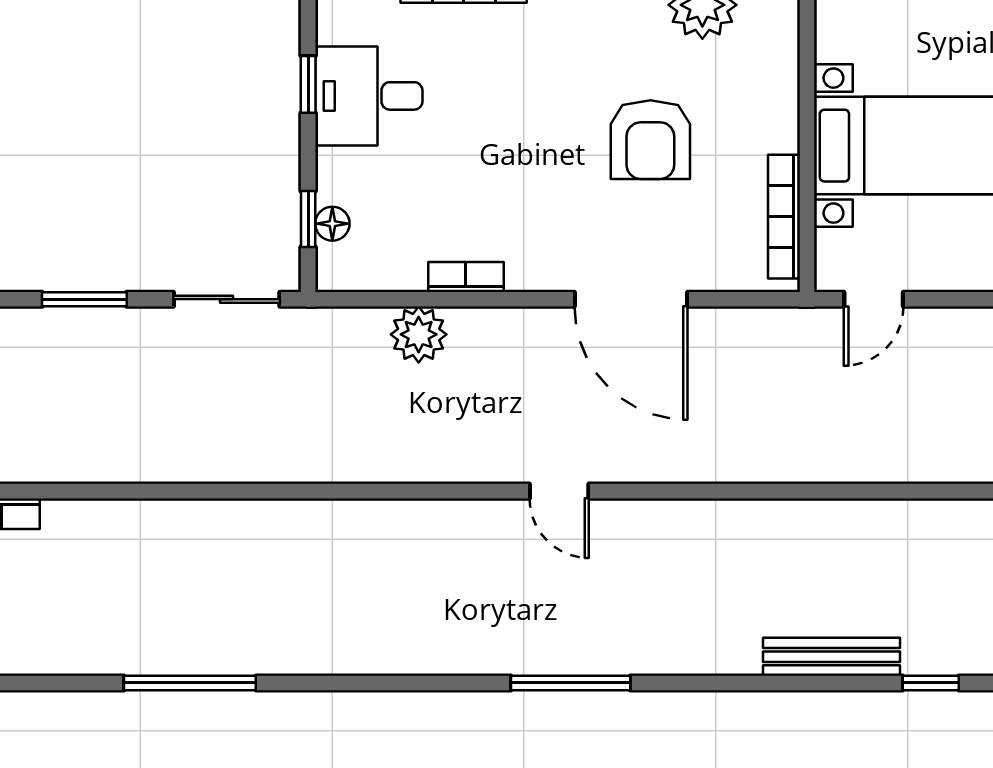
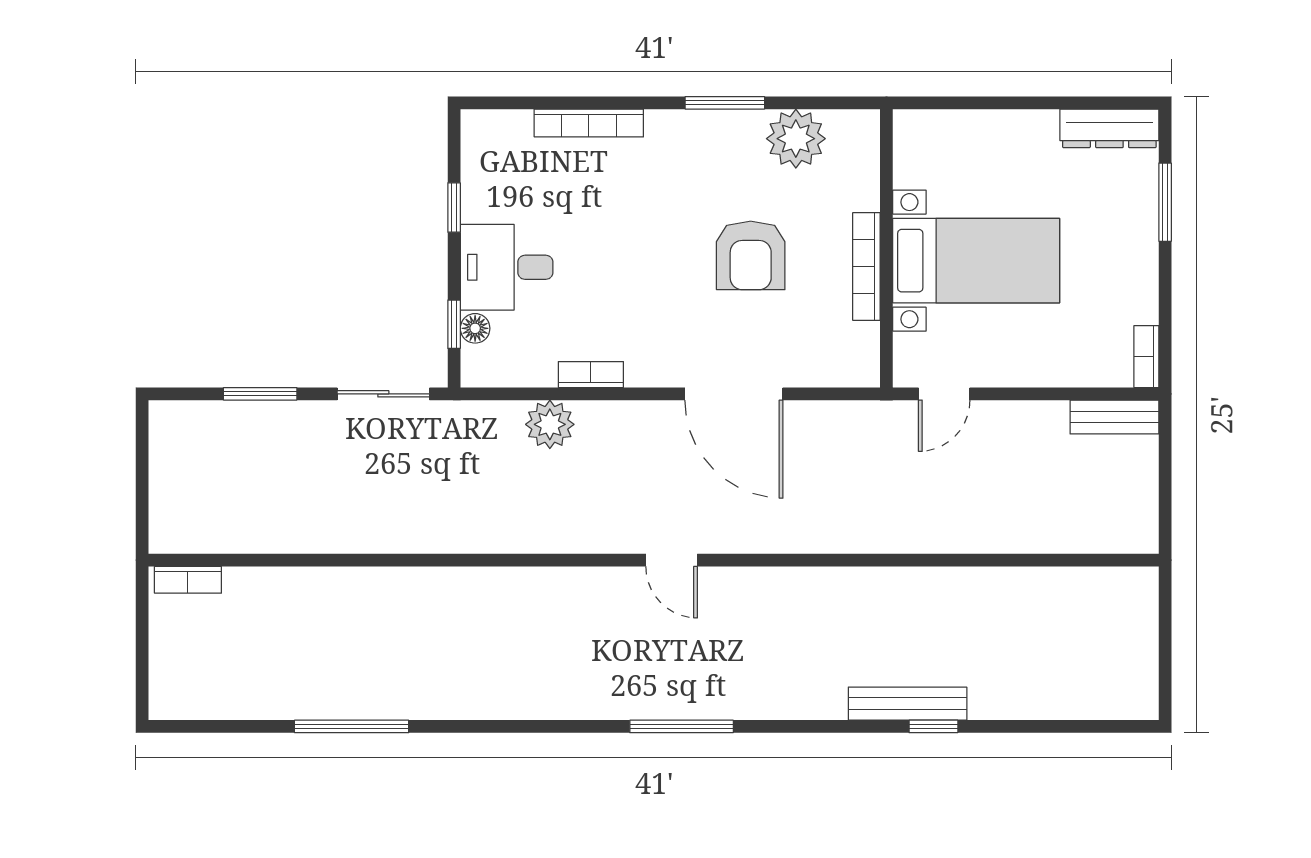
desk: (369, 96) -> (507, 267), moved
bookcase: (784, 217) -> (866, 266), moved
window: (931, 683) -> (933, 726), moved

